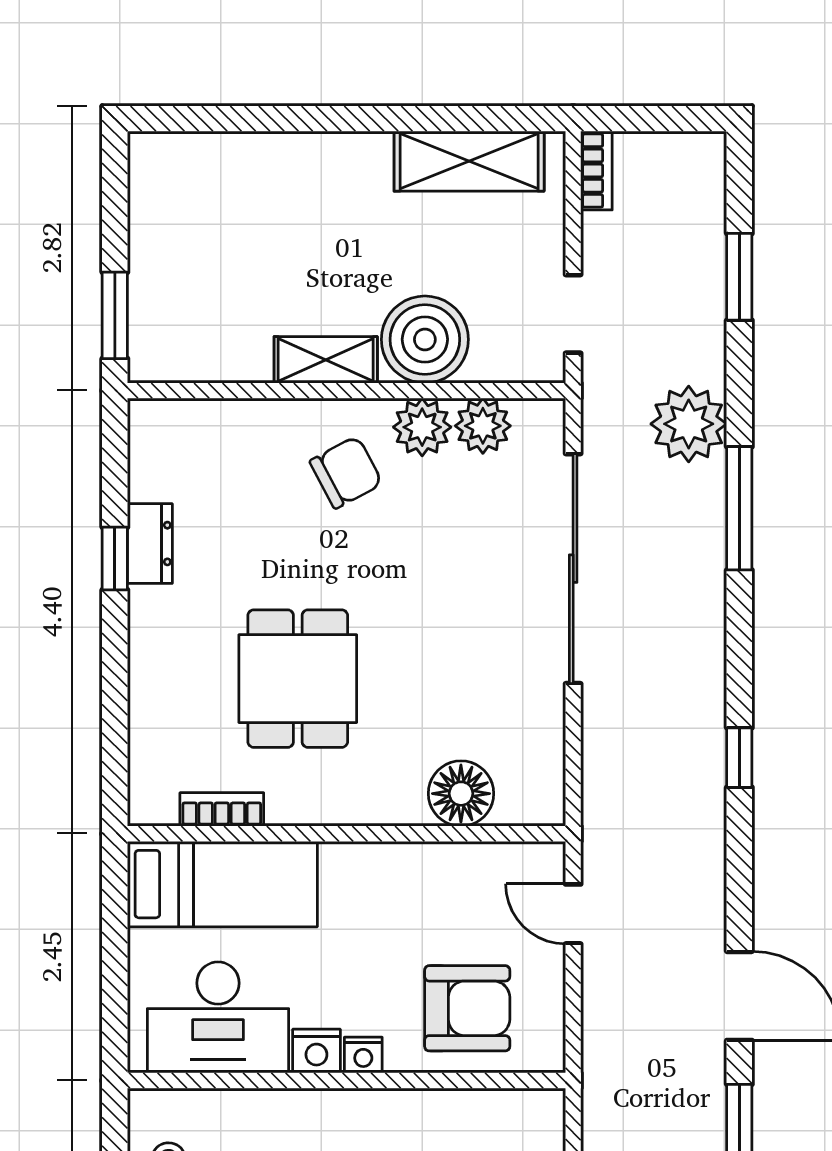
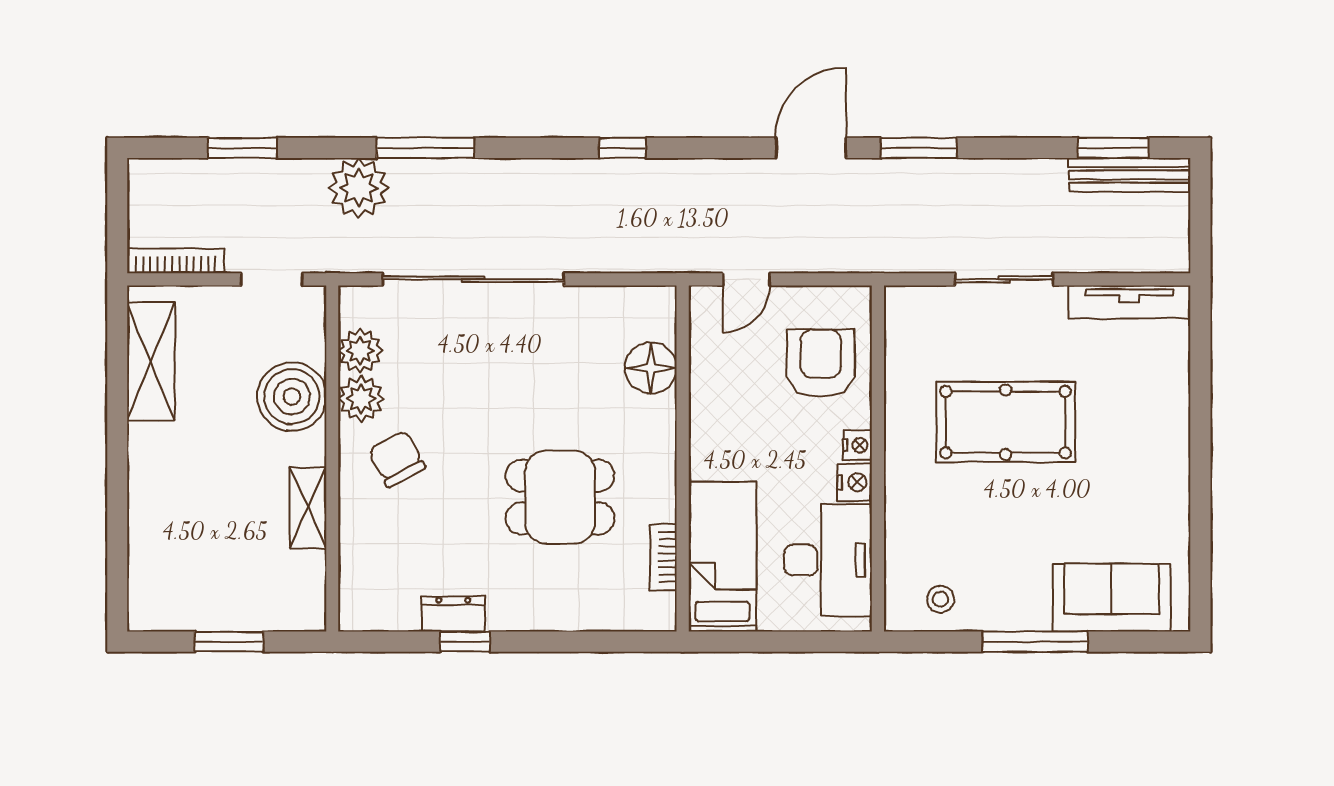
bookcase: (596, 171) -> (176, 261), width x1.56
window: (115, 315) -> (229, 642), moved
shelving: (326, 360) -> (308, 508), moved

